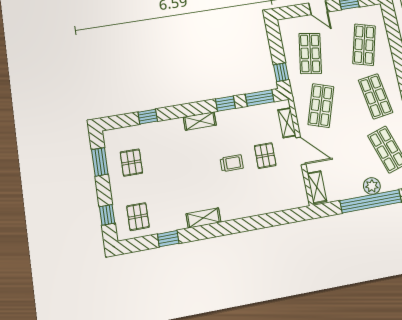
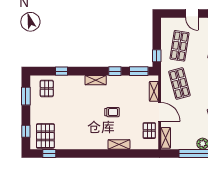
shop shelf: (321, 106) -> (179, 84), turned -33
pallet: (265, 156) -> (149, 131), moved
pallet: (131, 163) -> (47, 88), moved
pallet: (138, 217) -> (45, 136), width x1.50, depth x1.42
shelving: (203, 218) -> (119, 144), moved
window: (168, 239) -> (49, 153), moved

